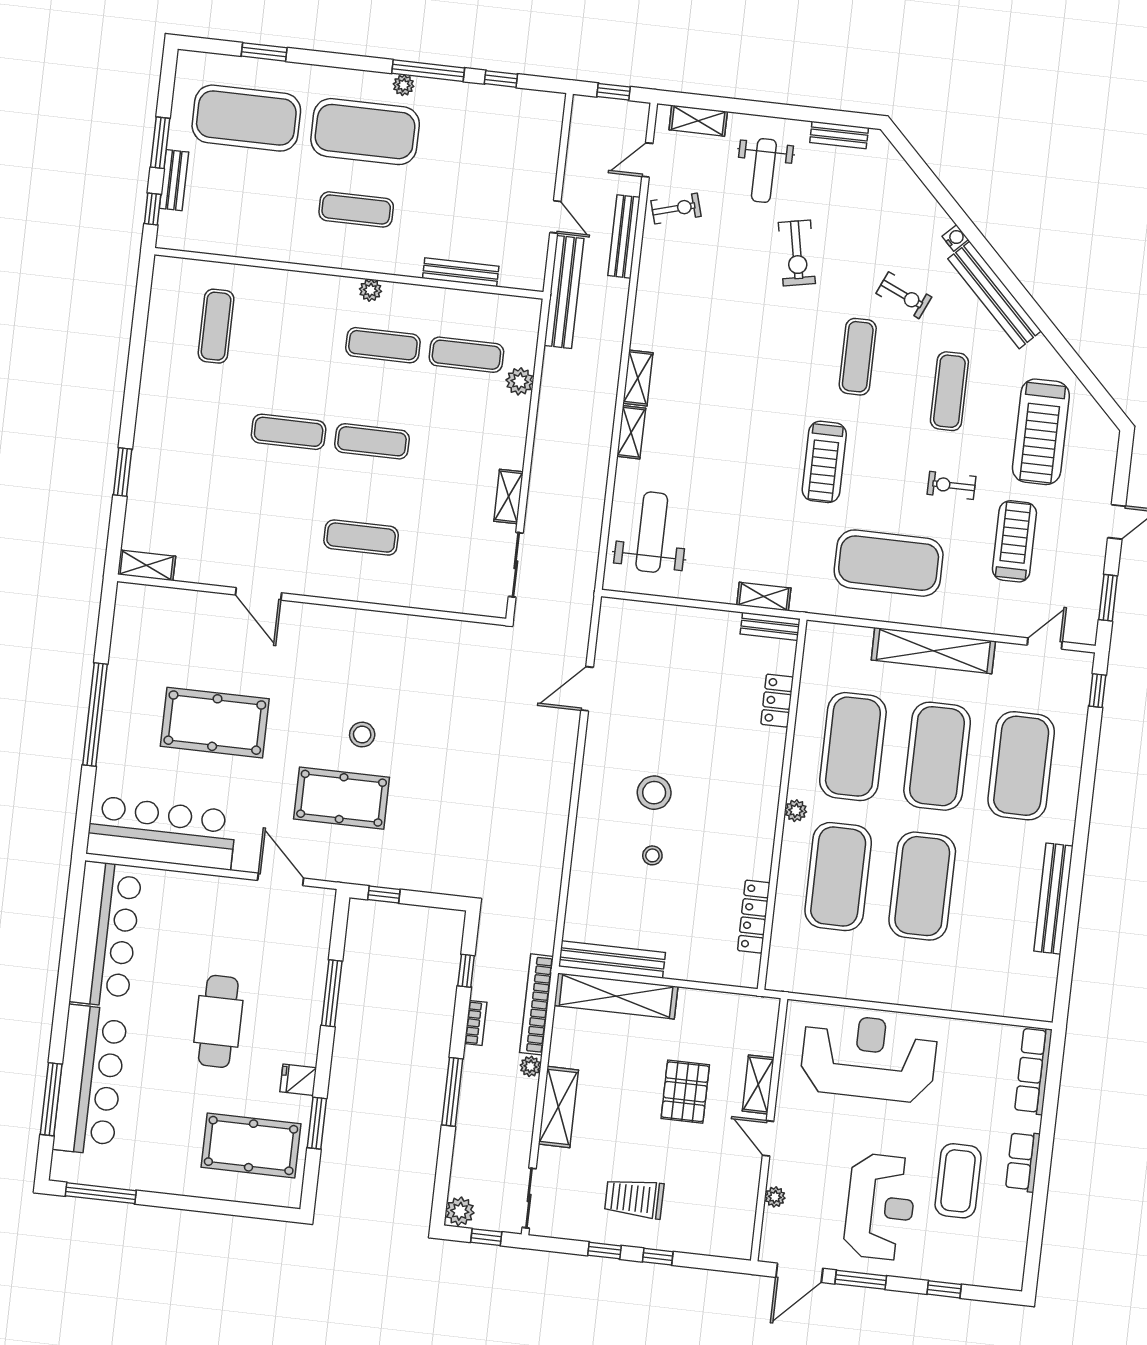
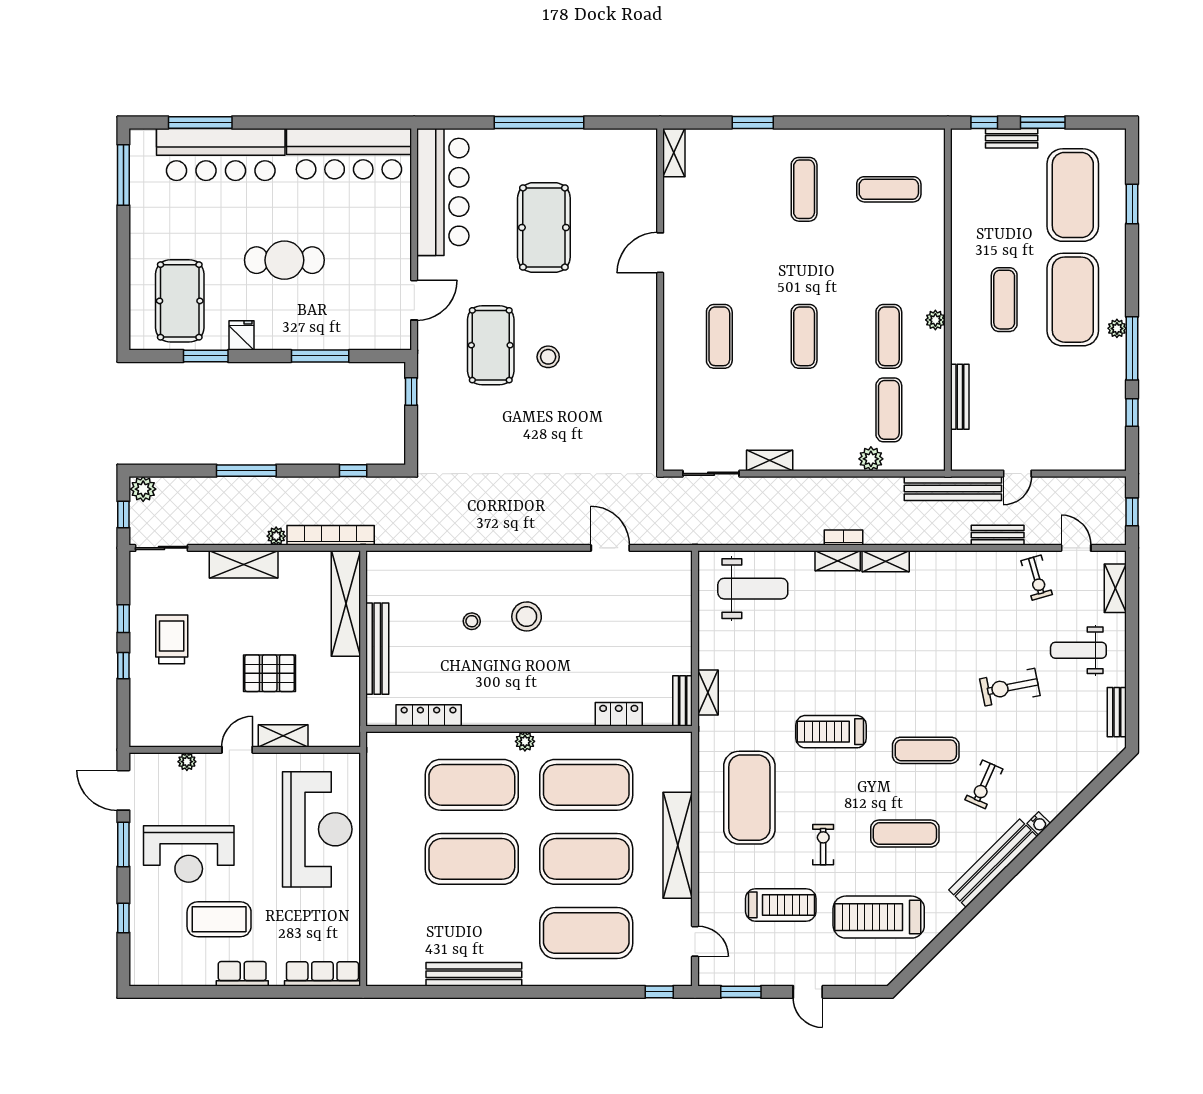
bench: (624, 236) -> (998, 535), width x0.73
exercise mat: (289, 432) -> (804, 189), moved
bench: (612, 959) -> (377, 649), moved
bookcase: (476, 1023) -> (844, 537), moved, turned 180

